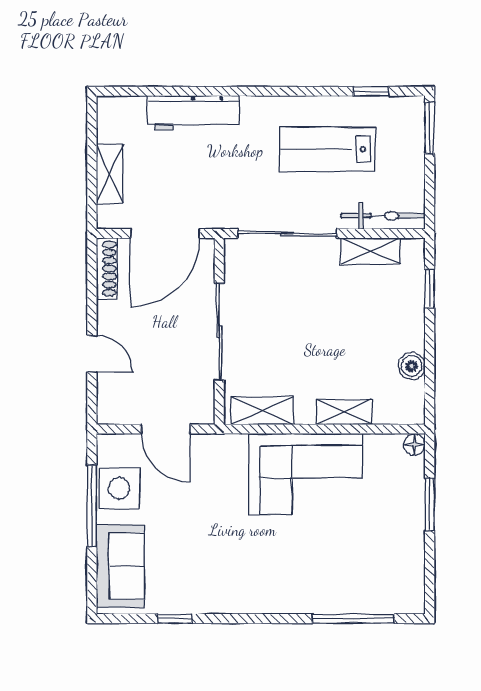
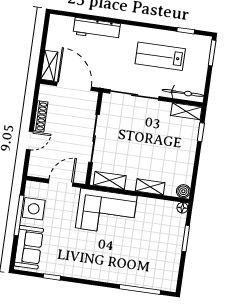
shelving: (110, 174) -> (49, 66), moved
door: (165, 233) -> (74, 86), swing flipped
shelving: (370, 251) -> (186, 111), moved
shoe rack: (107, 268) -> (41, 116), moved
door: (92, 354) -> (30, 140), hinge flipped
boiler: (412, 366) -> (183, 191), moved
door: (166, 429) -> (61, 183), swing flipped
corner sofa: (305, 474) -> (106, 212), moved

